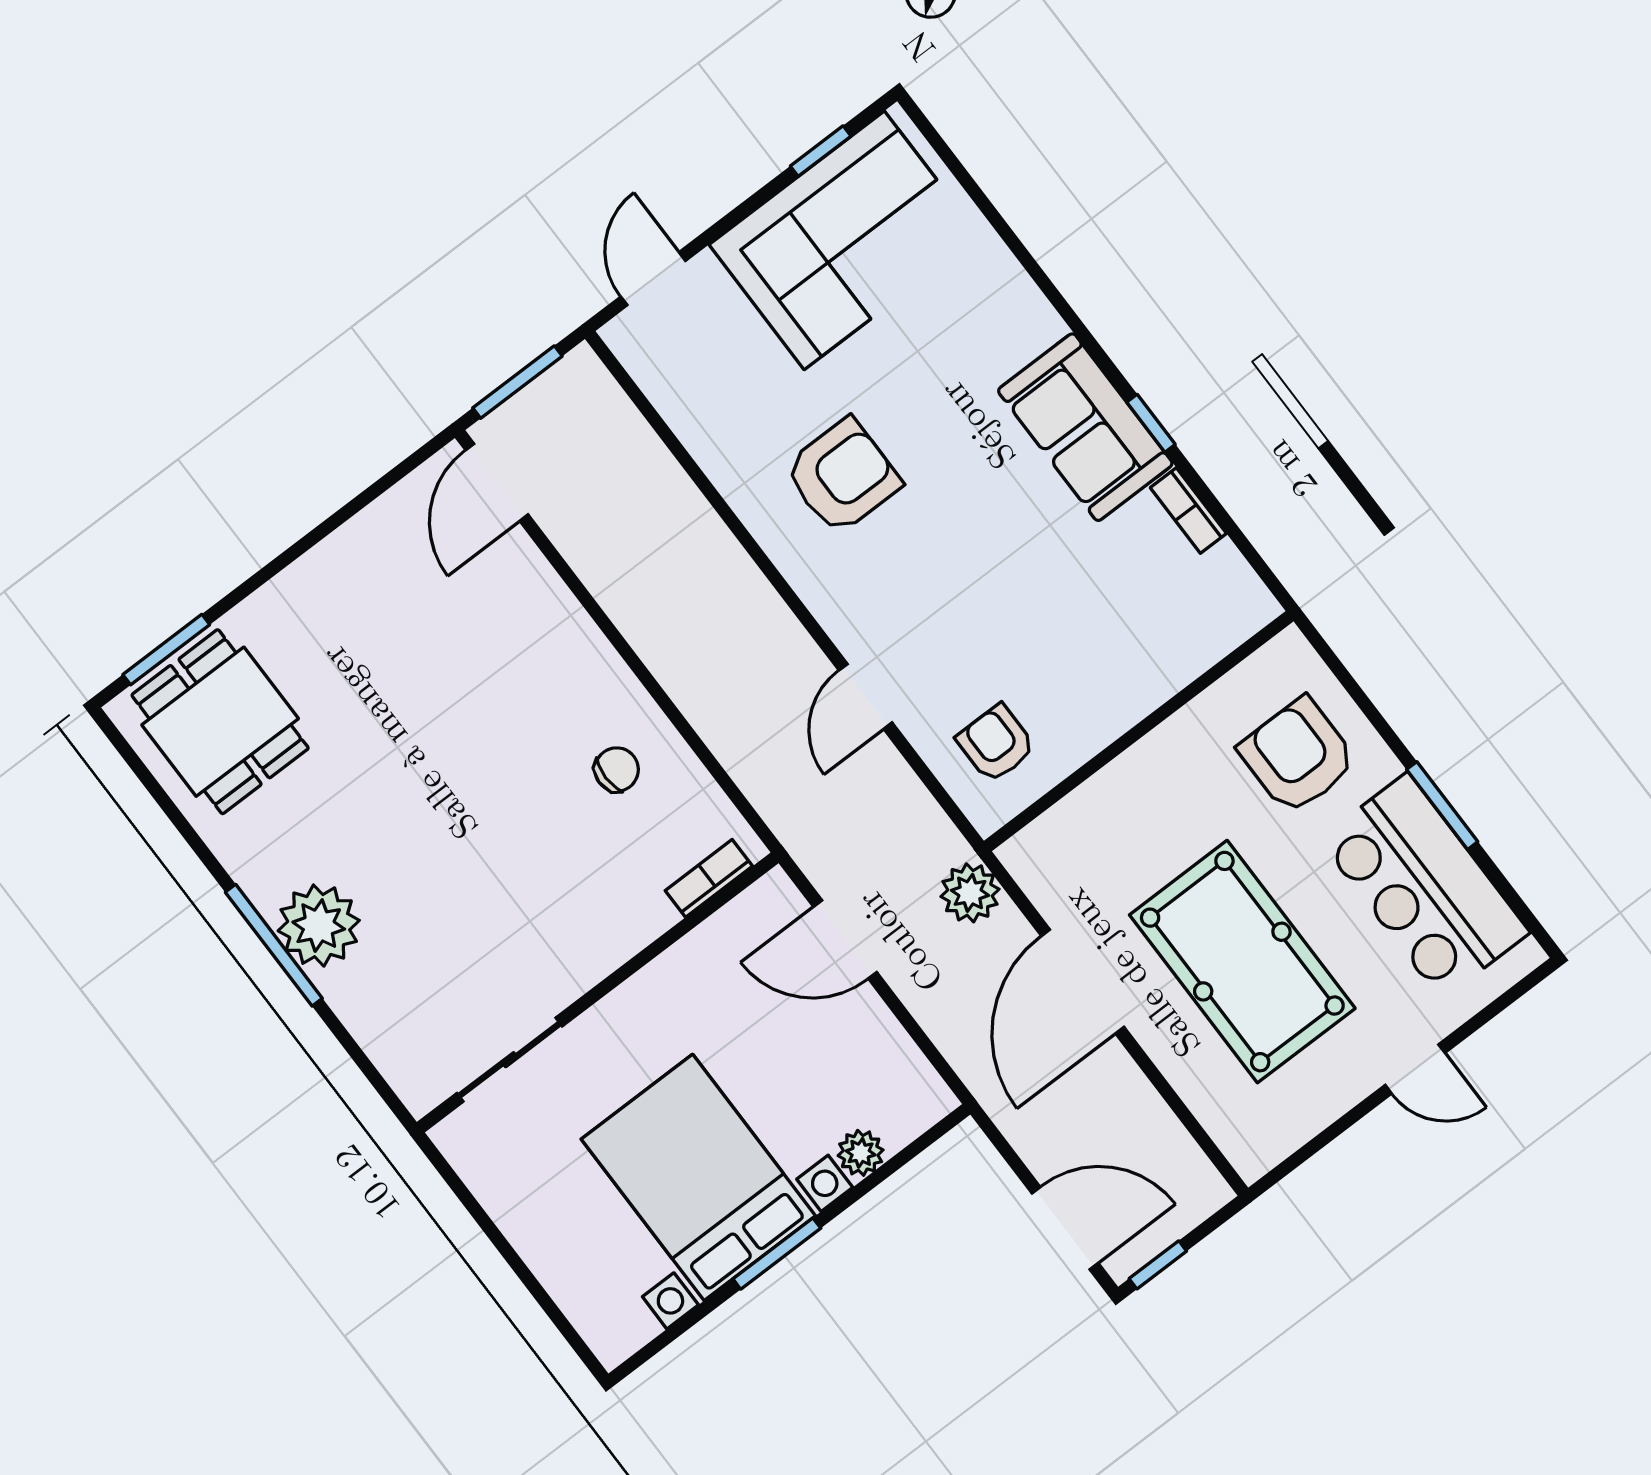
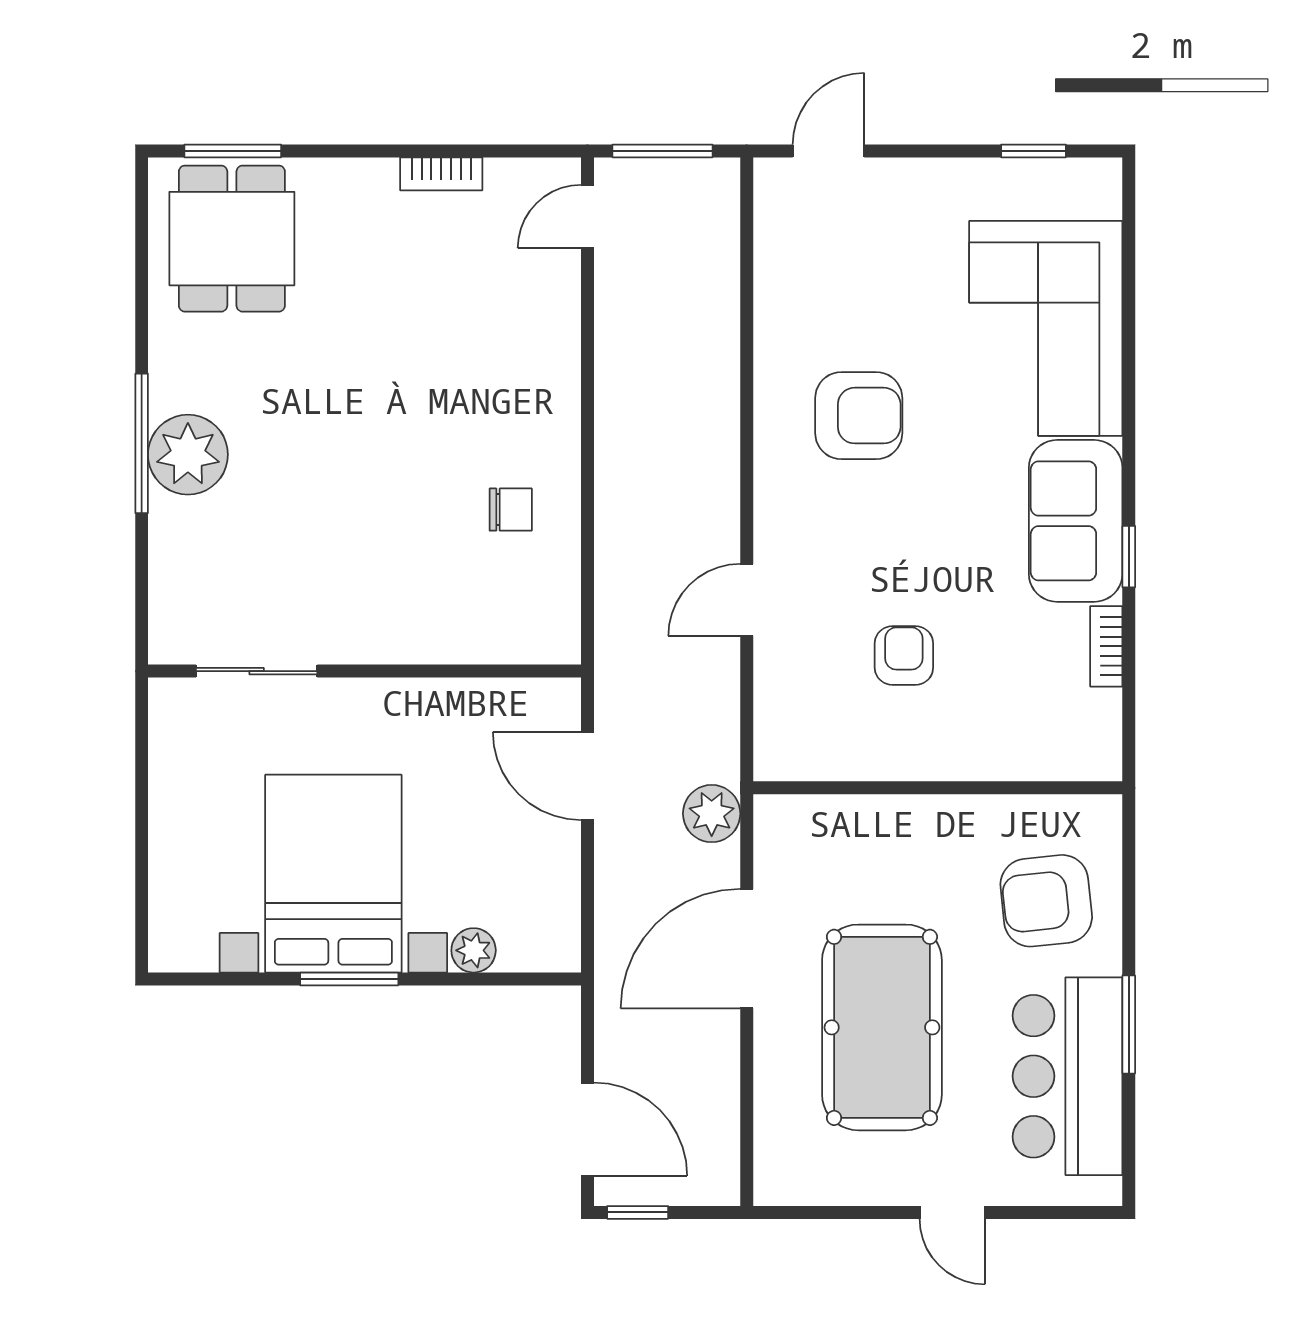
corner sofa: (844, 240) -> (1046, 328), moved, turned 90
door: (497, 482) -> (587, 216), width x0.73
armchair: (996, 743) -> (904, 656), moved
armchair: (1298, 756) -> (1046, 901), turned -96
bookcase: (709, 878) -> (441, 174), moved, turned 180

